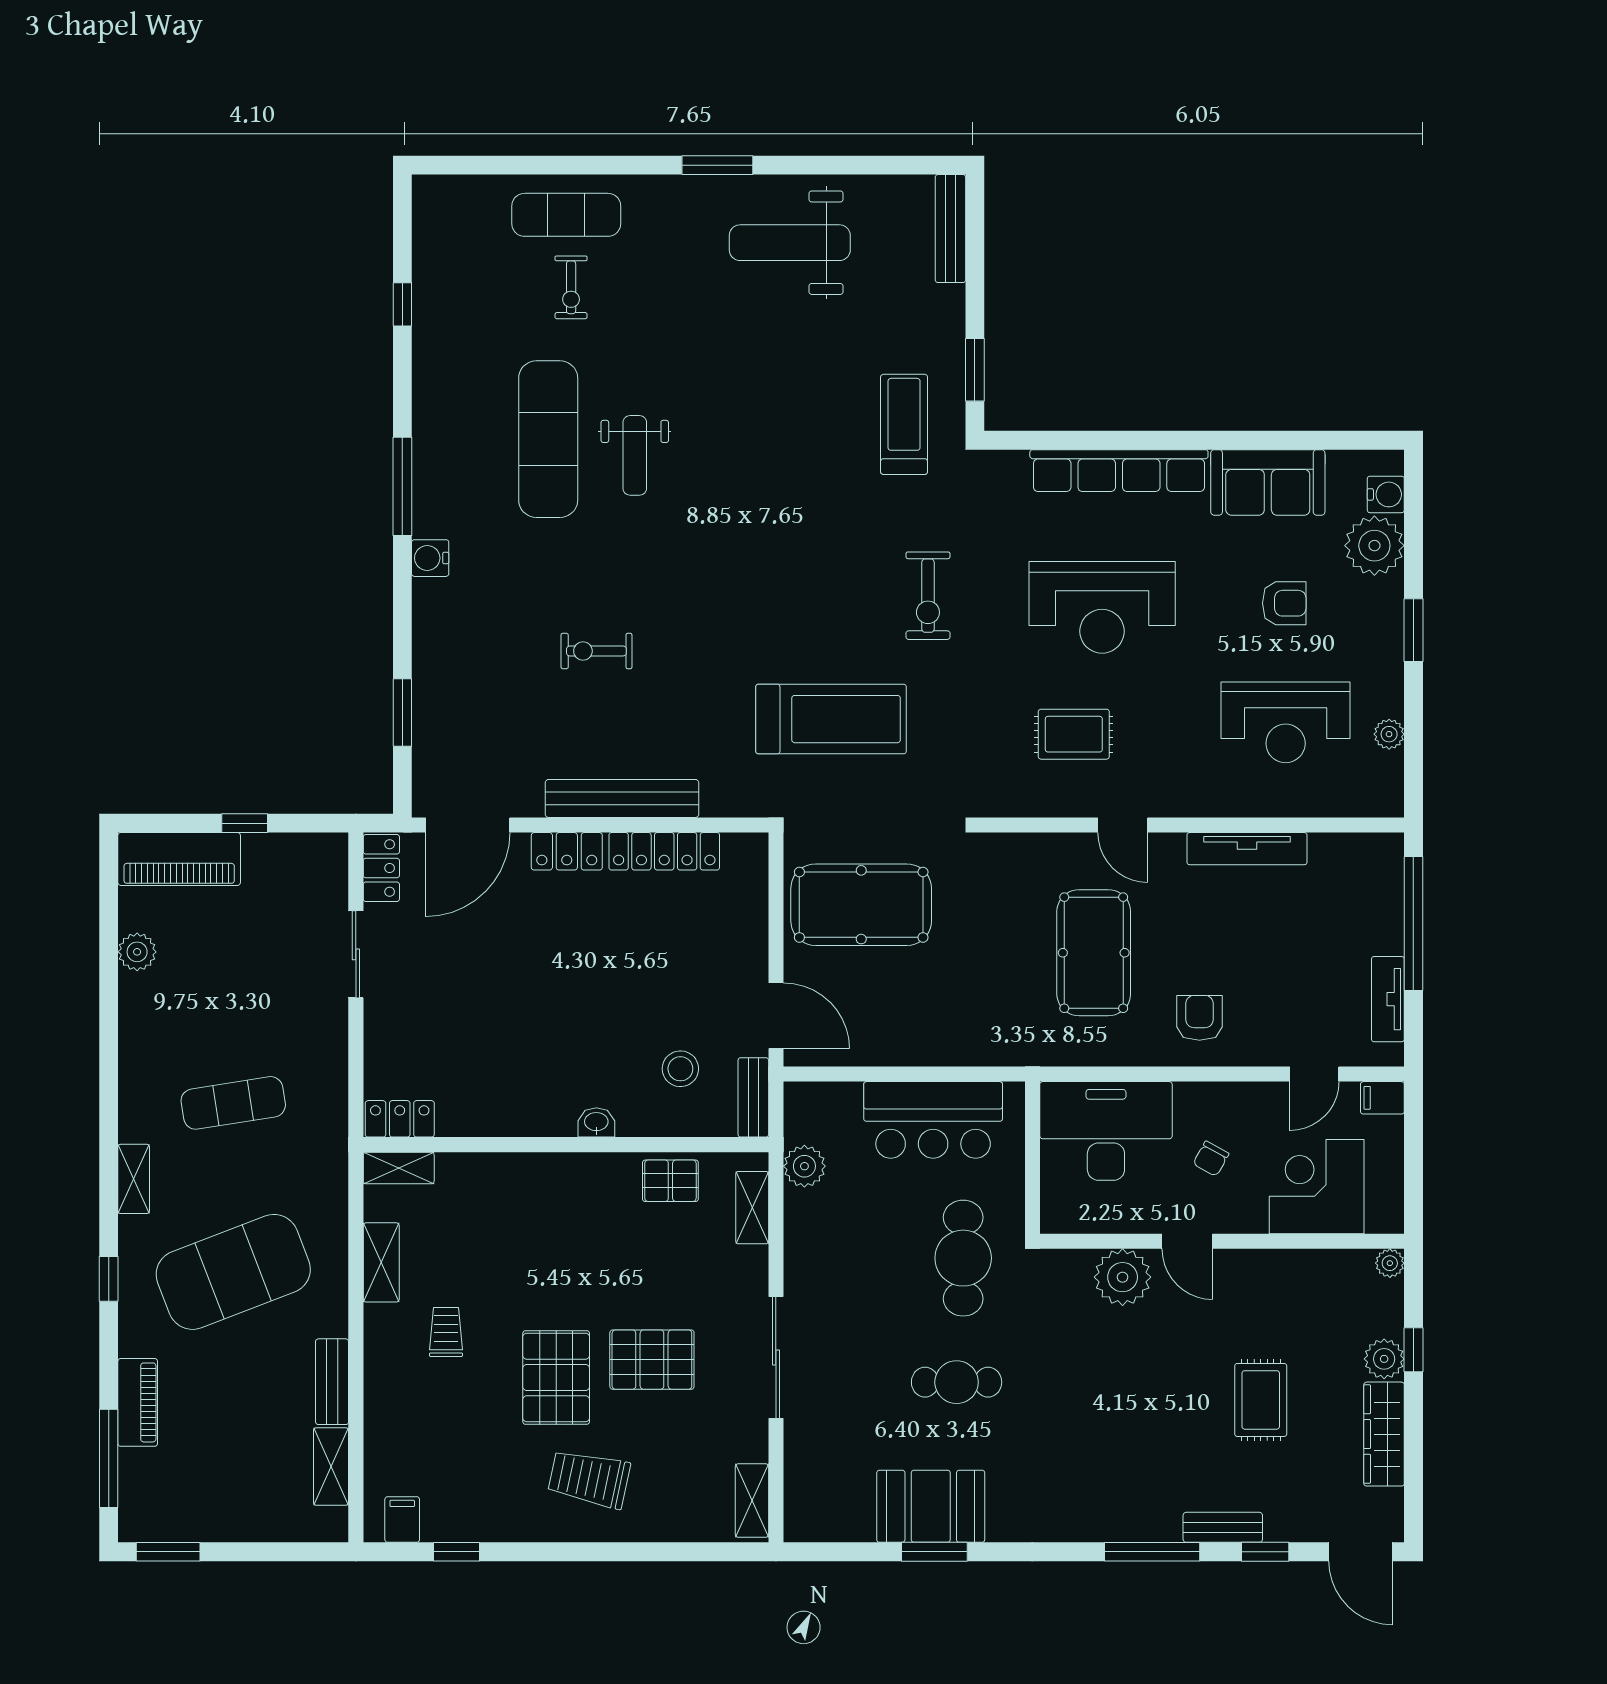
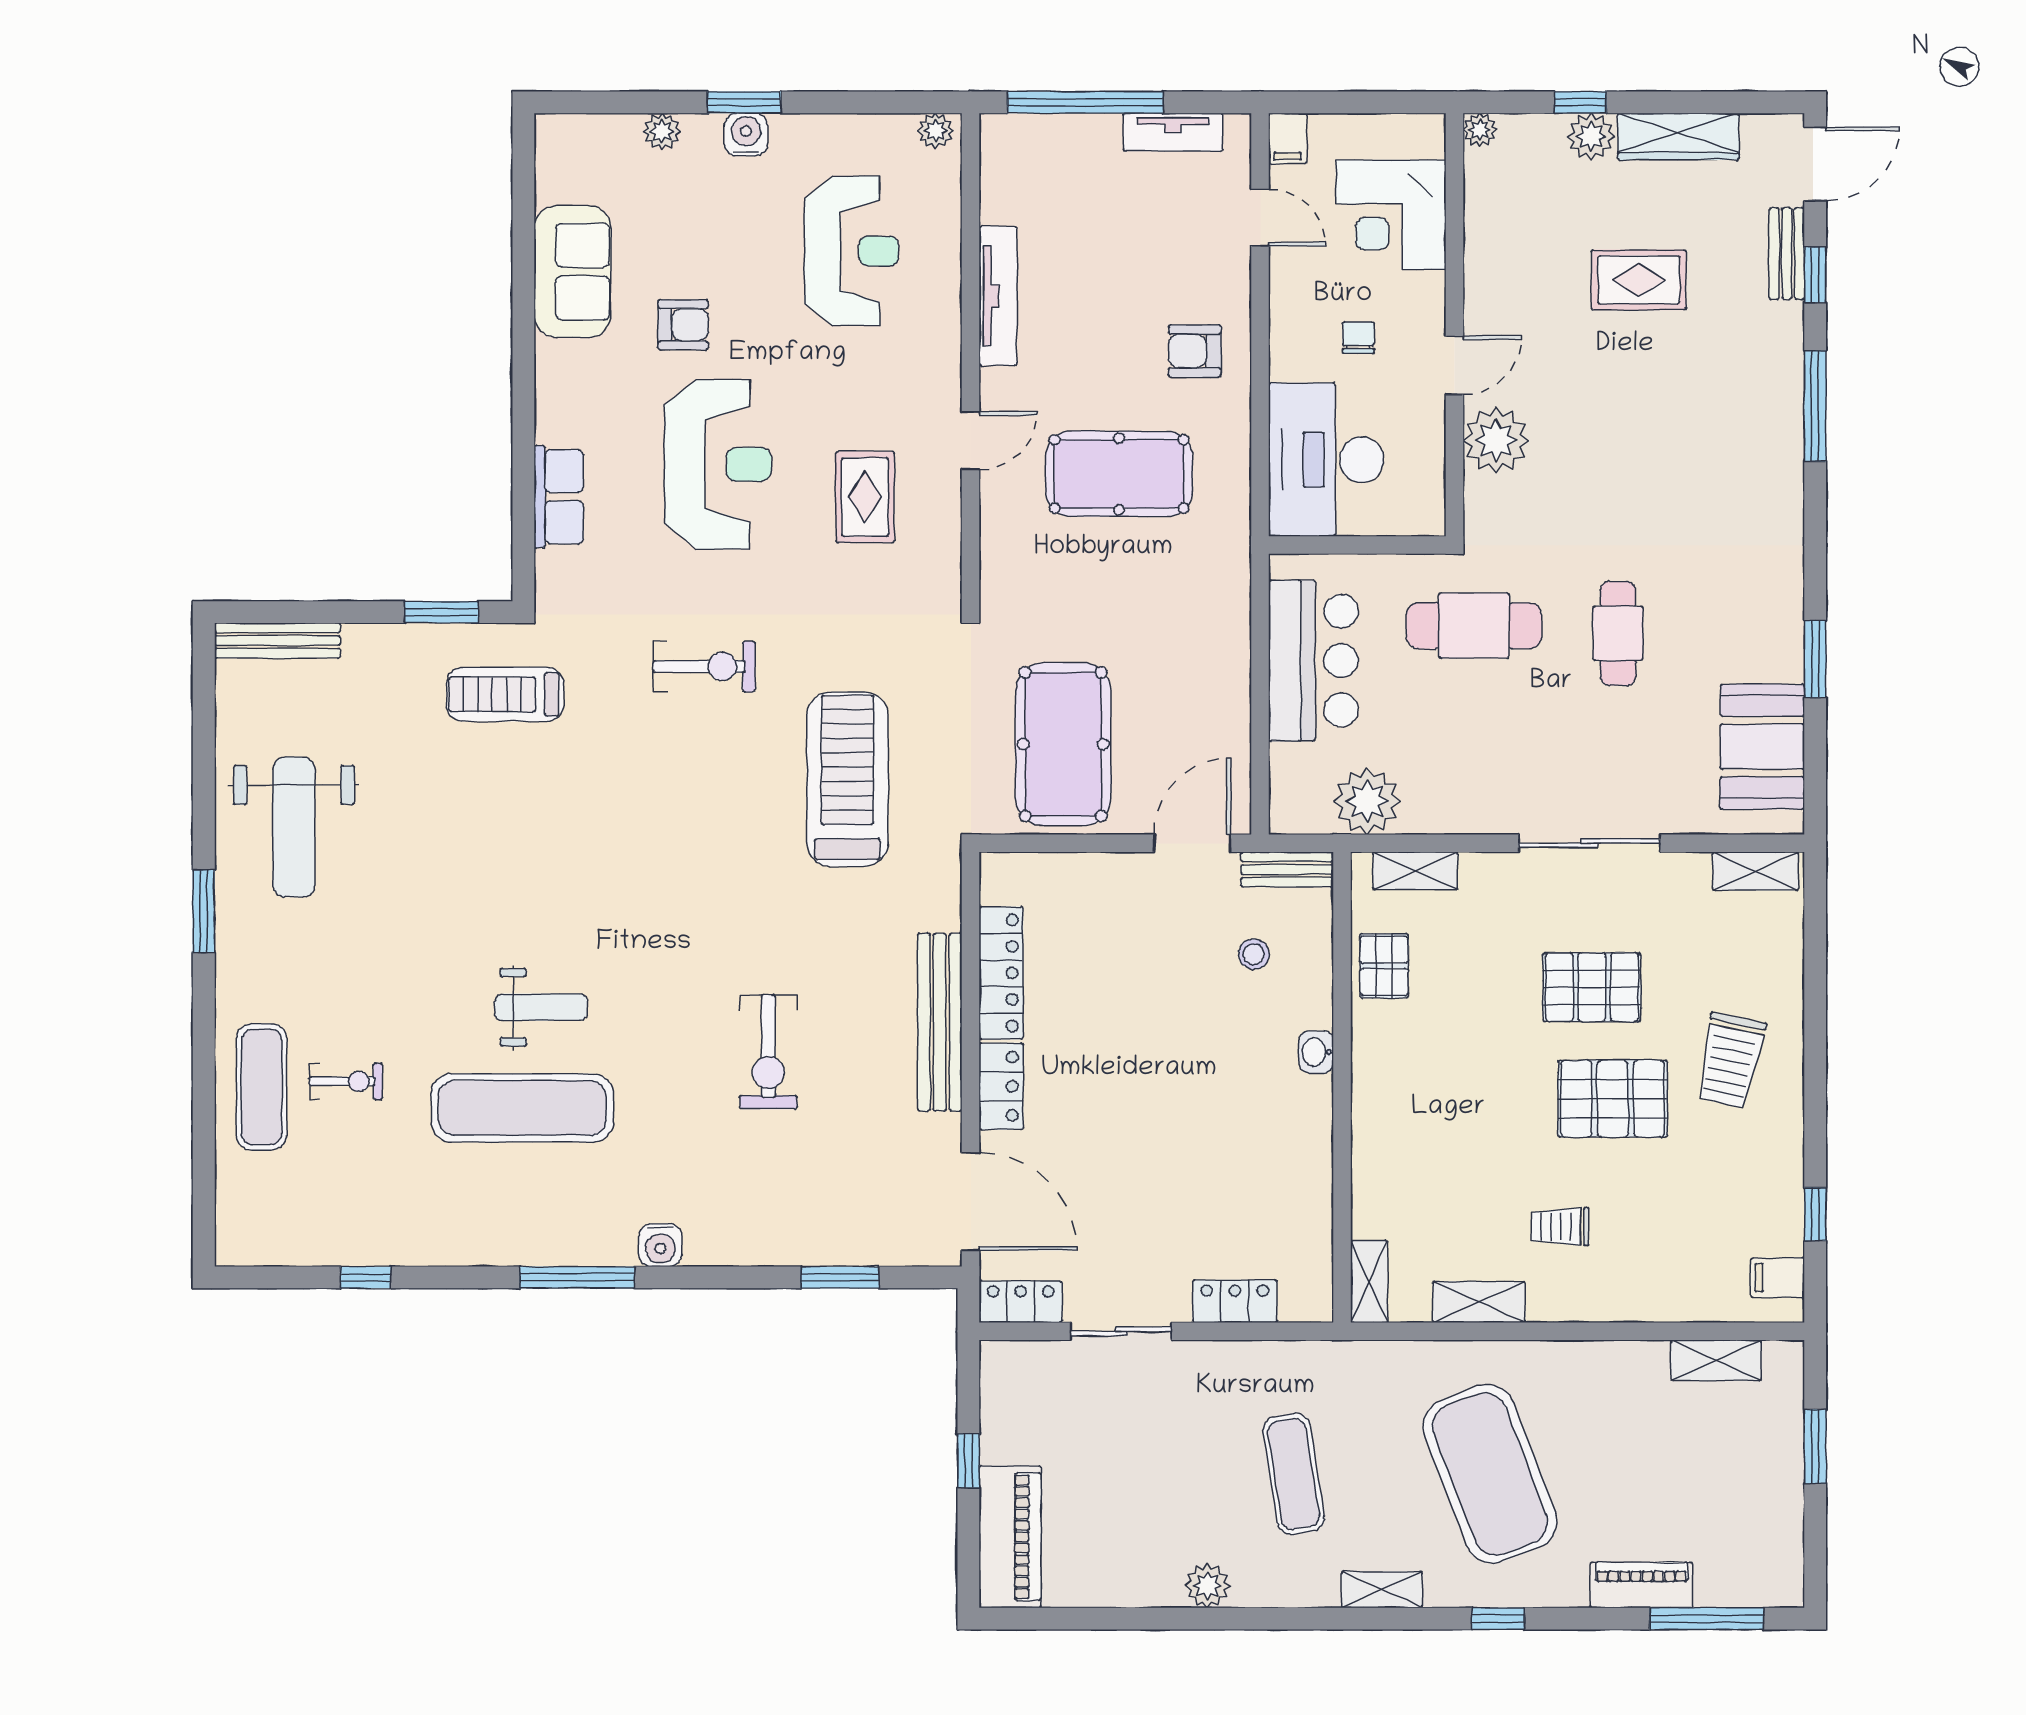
row of seats: (1119, 471) -> (559, 497), width x0.50
water cooler: (1386, 494) -> (746, 135), moved
plant: (1374, 546) -> (662, 132), width x0.53, depth x0.53
armchair: (1284, 603) -> (683, 325), moved, turned 90
exercise bike: (596, 651) -> (768, 1052), width x1.38, depth x1.39
plant: (1389, 734) -> (936, 131), moved
plant: (137, 952) -> (1207, 1586), moved
stool: (680, 1069) -> (1254, 954), width x0.73, depth x0.73
locker: (400, 1119) -> (1235, 1301), moved, turned 90
chair: (1211, 1159) -> (1358, 338), turned -119
plant: (804, 1166) -> (1367, 801), width x1.36, depth x1.36
pallet: (652, 1360) -> (1592, 987), turned 90
bench: (332, 1382) -> (1618, 1359), removed
booth: (931, 1506) -> (1762, 747), moved
bench: (1223, 1527) -> (1787, 254), moved
window: (168, 1552) -> (1815, 1446), moved

